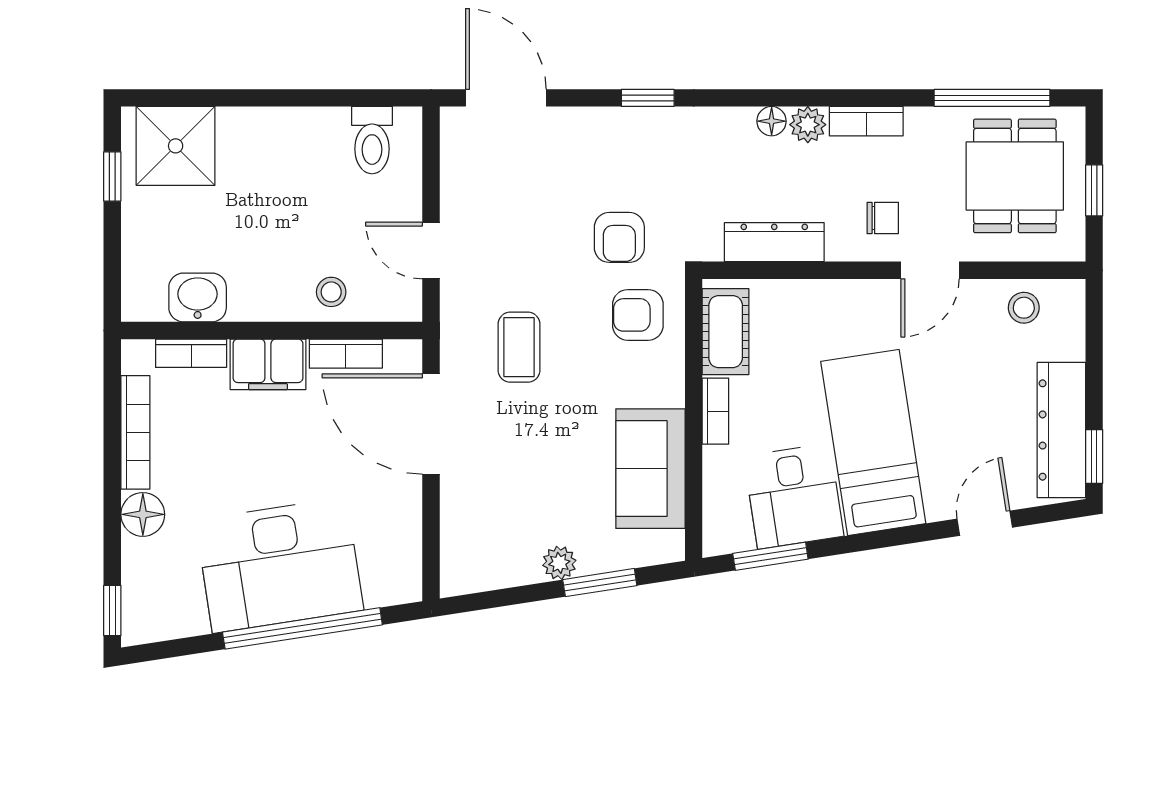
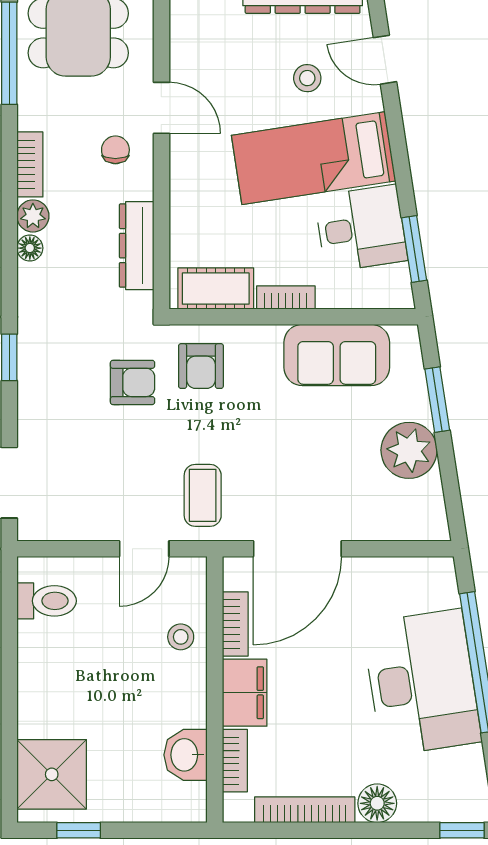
stool: (1024, 308) -> (307, 78), moved
coffee table: (519, 347) -> (203, 495), moved, turned 90
plant: (559, 563) -> (409, 450), width x1.87, depth x1.87

